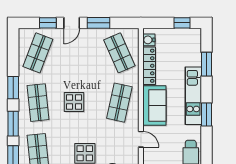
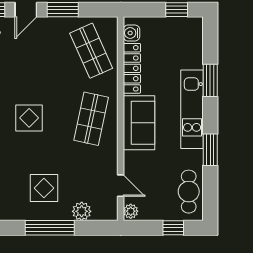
window: (206, 64) -> (210, 80), moved
window: (206, 114) -> (210, 150), moved
door: (141, 139) -> (121, 186), moved

